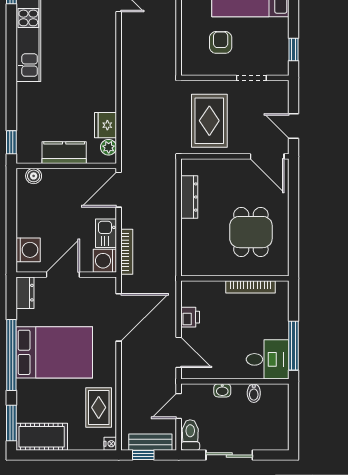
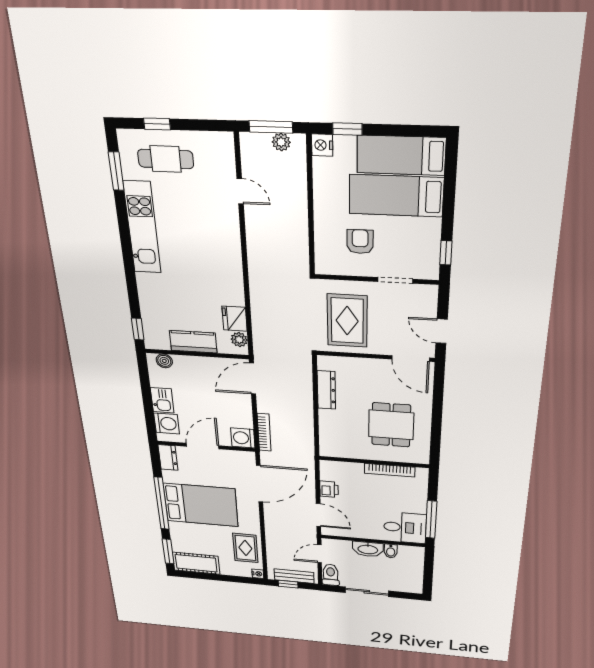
kitchen sink: (106, 233) -> (162, 400), moved, turned 180
washbasin: (222, 390) -> (368, 549), width x1.91, depth x1.45

